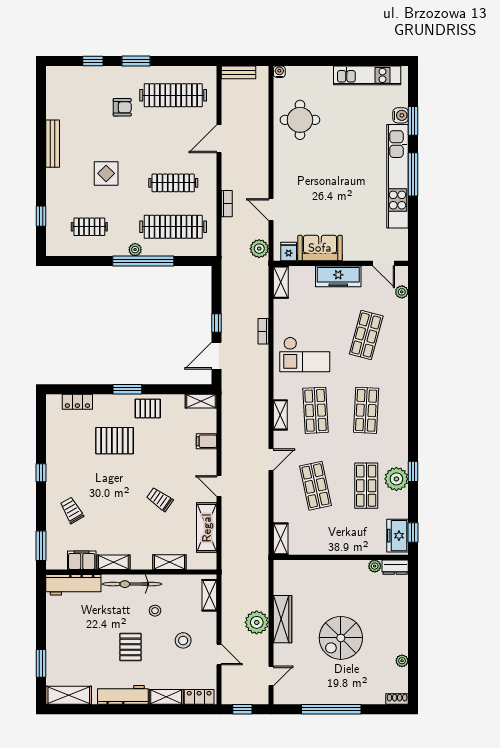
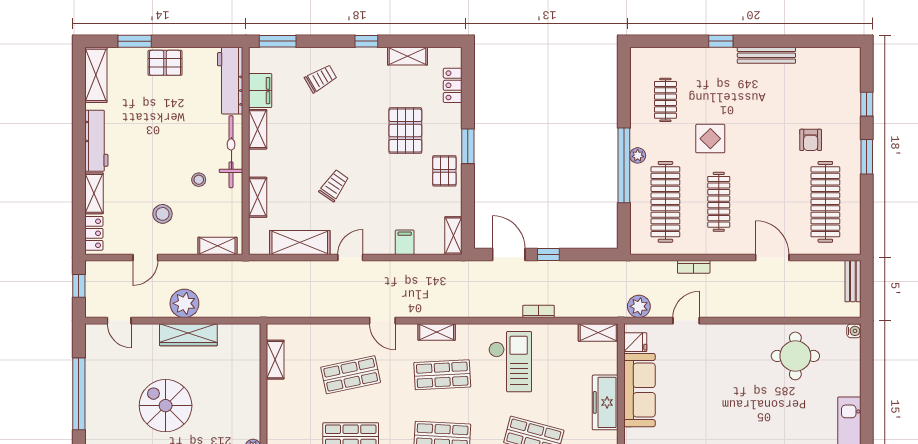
display table: (106, 173) -> (710, 139), moved
window: (41, 216) -> (721, 41), moved
sofa: (320, 248) -> (640, 390), width x1.36
checkout: (305, 354) -> (510, 362), turned 180
shelving: (53, 439) -> (408, 56), added
shelving: (281, 539) -> (275, 360), moved, turned 90
pallet: (130, 647) -> (165, 63), moved

